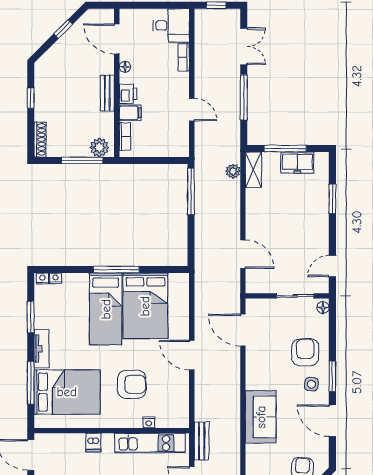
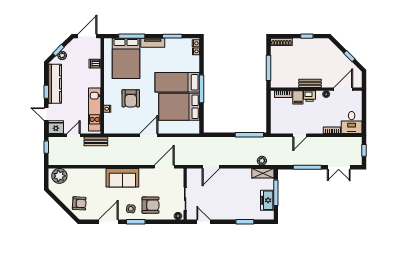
plant: (99, 147) -> (277, 78), removed
sofa: (261, 417) -> (122, 178), moved
dishwasher: (93, 443) -> (95, 64), moved

